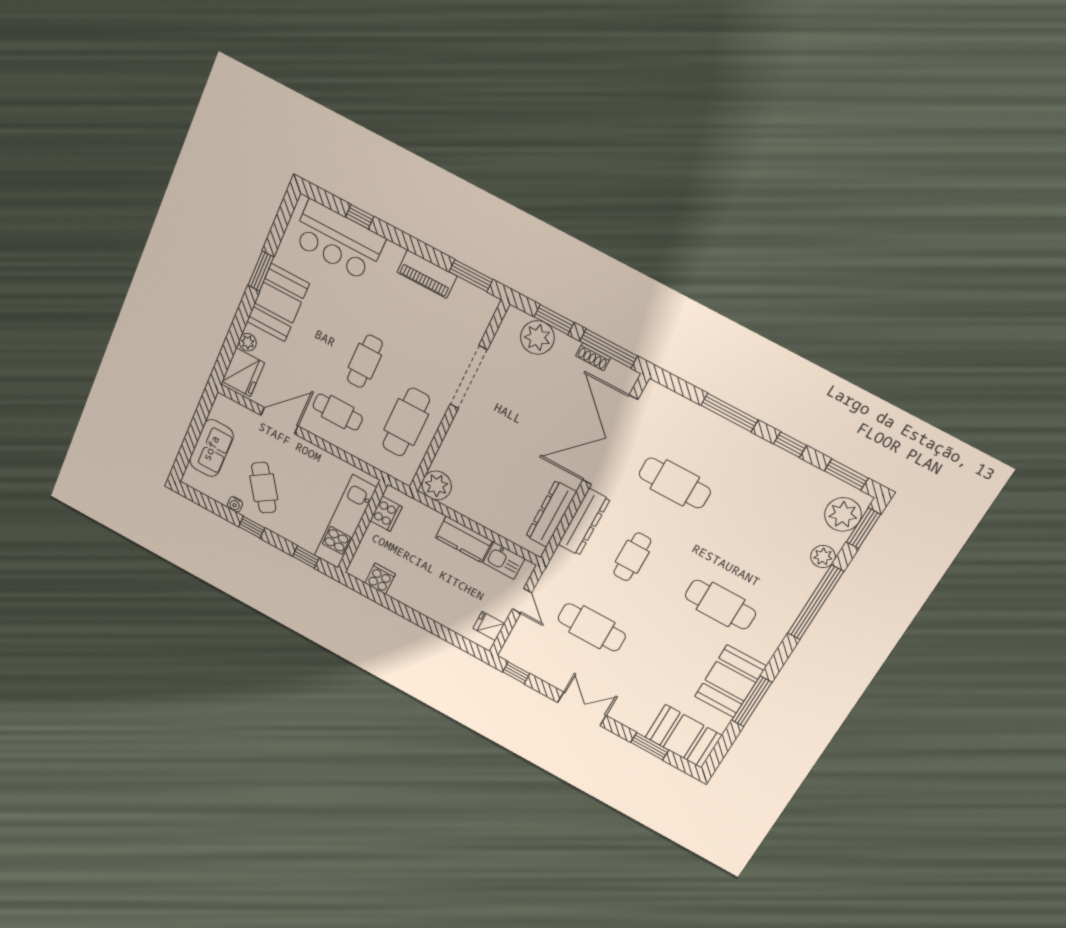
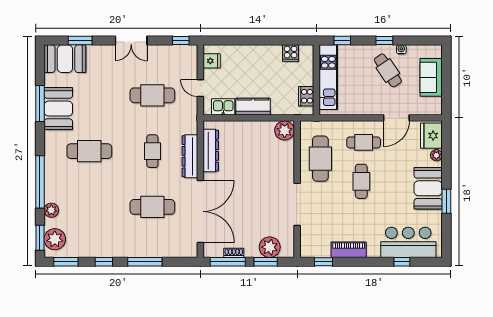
window: (471, 276) -> (323, 262), width x0.67

